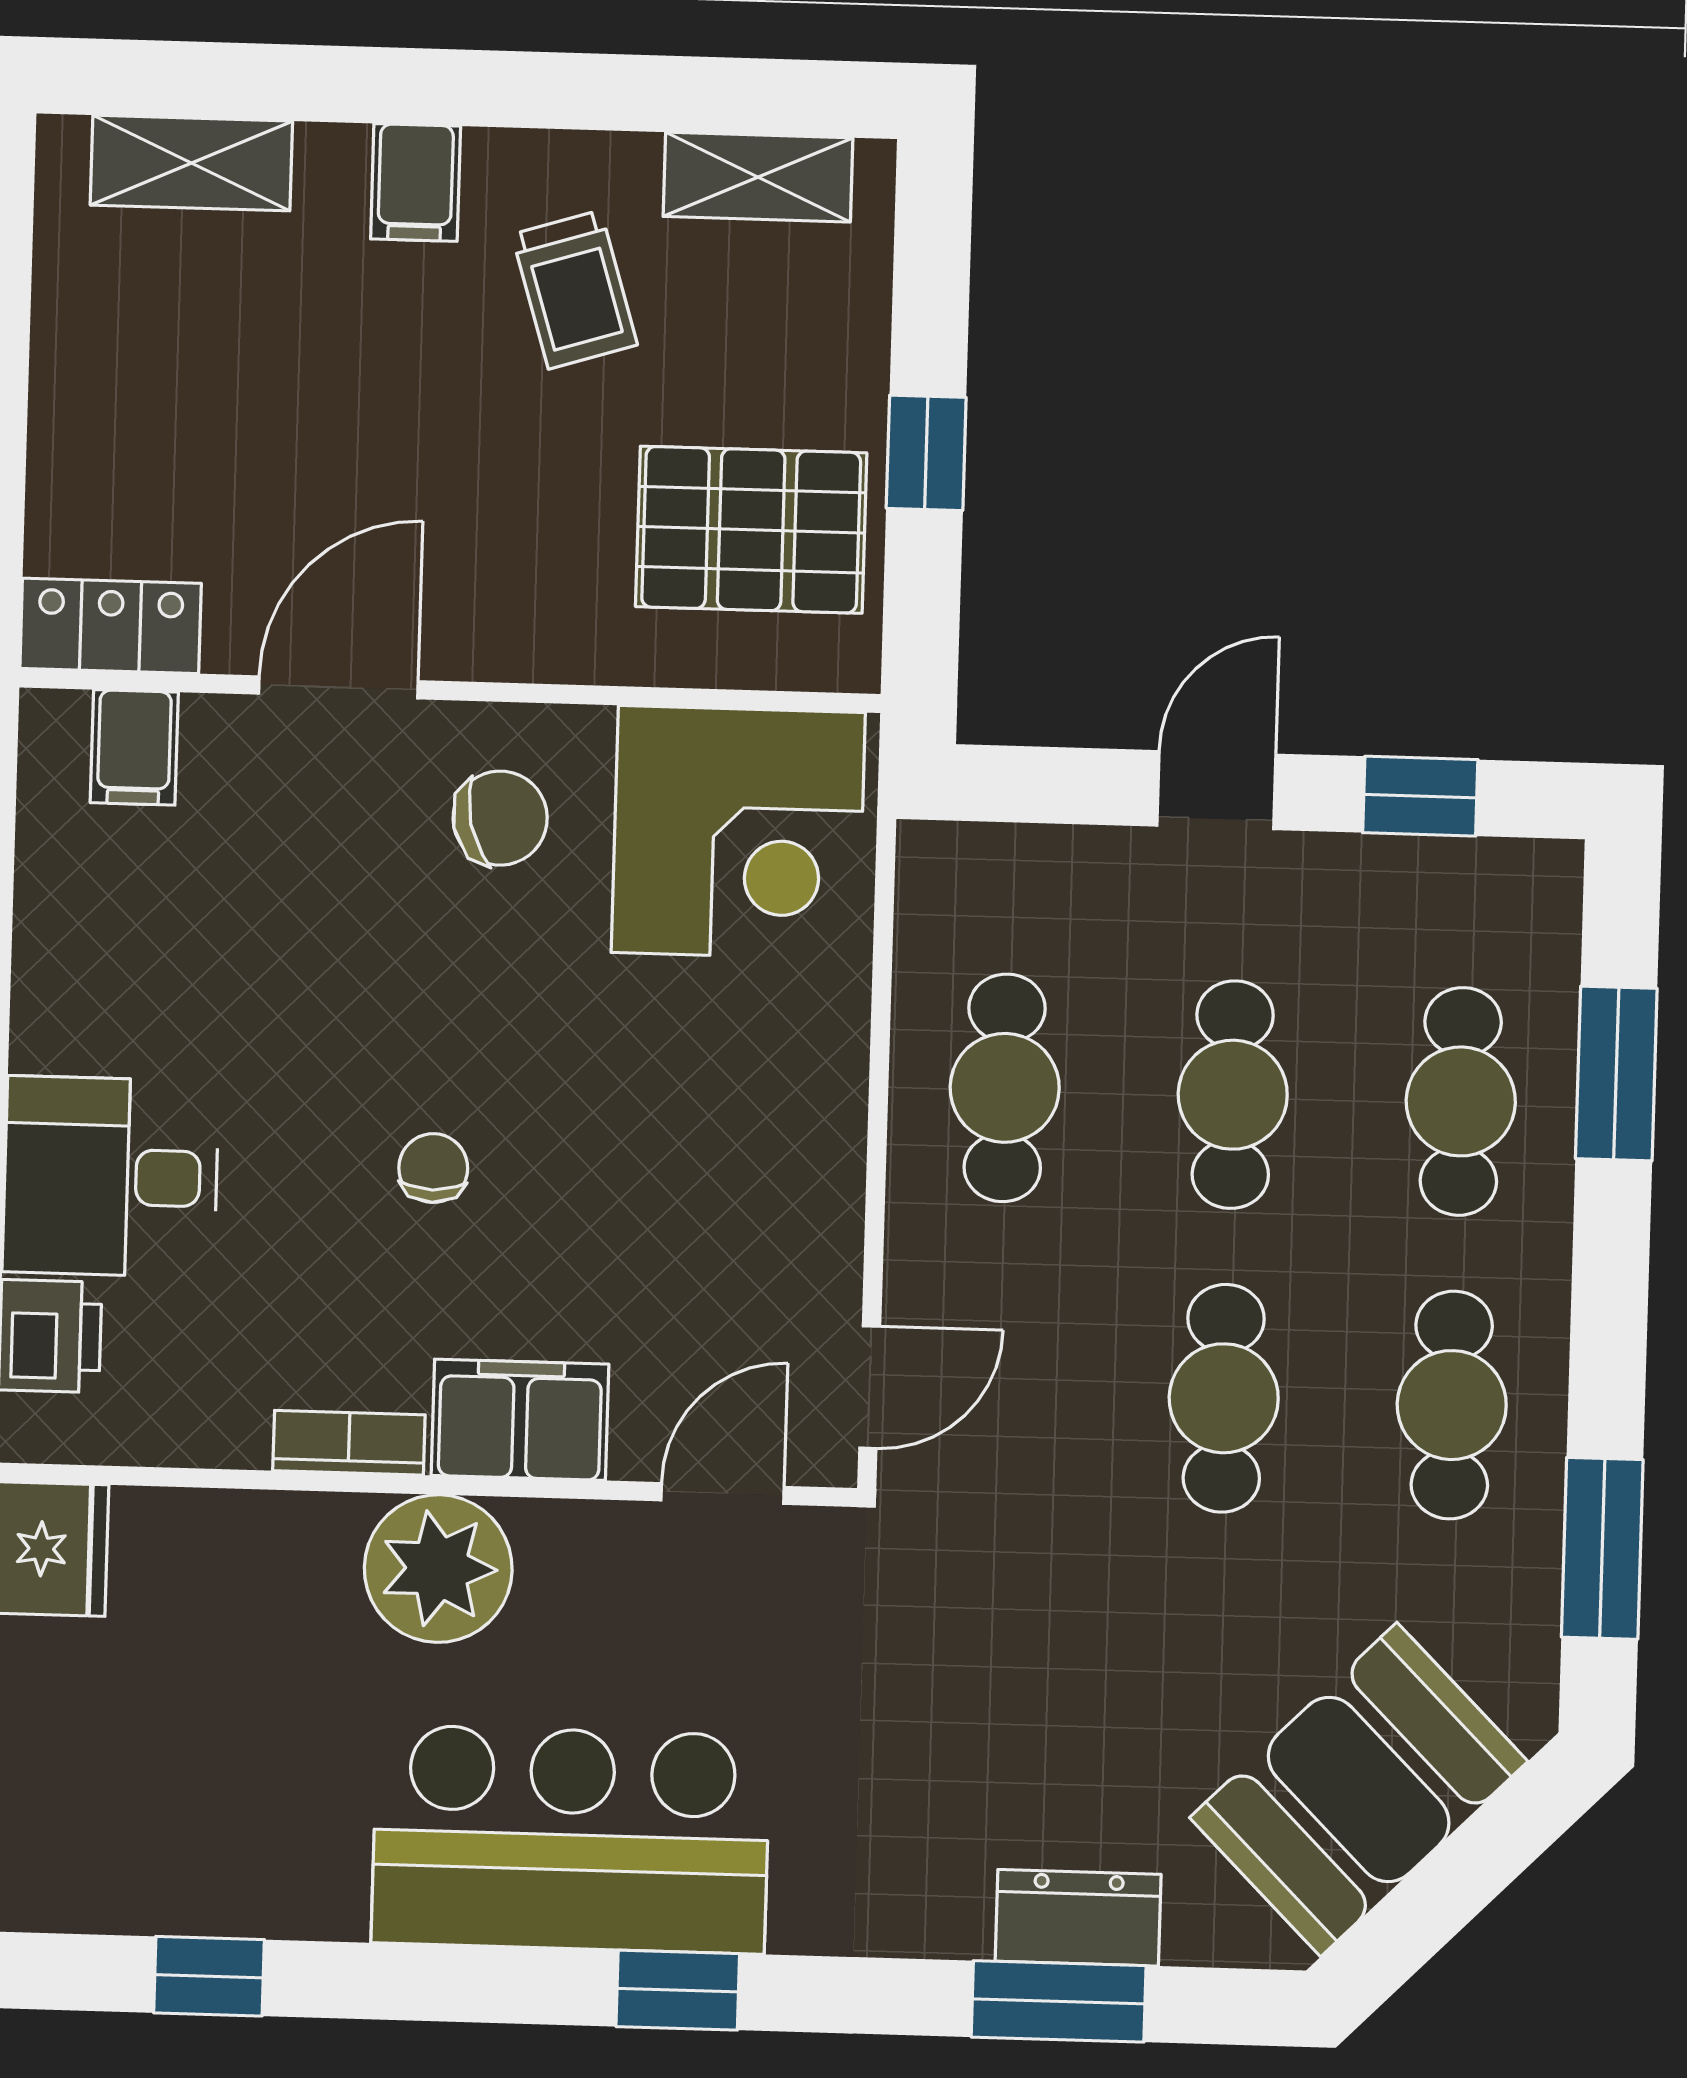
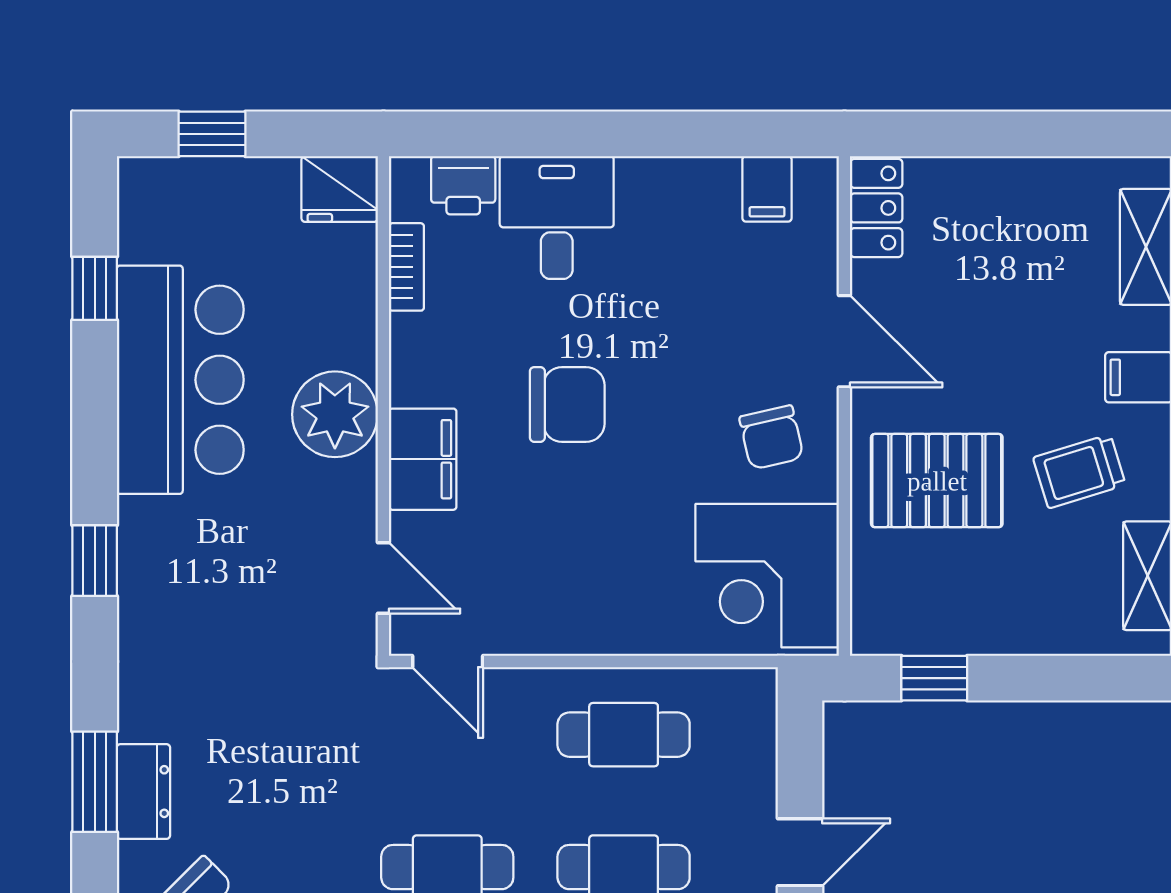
window: (926, 453) -> (934, 678), moved
pallet: (751, 530) -> (937, 481), moved, turned 90
filing cabinet: (134, 747) -> (767, 189), moved, turned -90
door: (1216, 790) -> (800, 852), hinge flipped
chair: (433, 1168) -> (567, 404), width x1.87, depth x1.87
bookcase: (349, 1443) -> (406, 267), moved
bar counter: (571, 1839) -> (180, 380), moved

